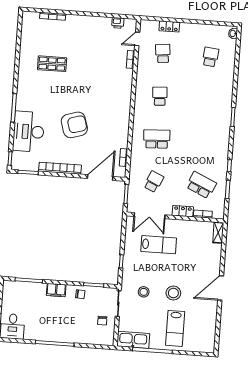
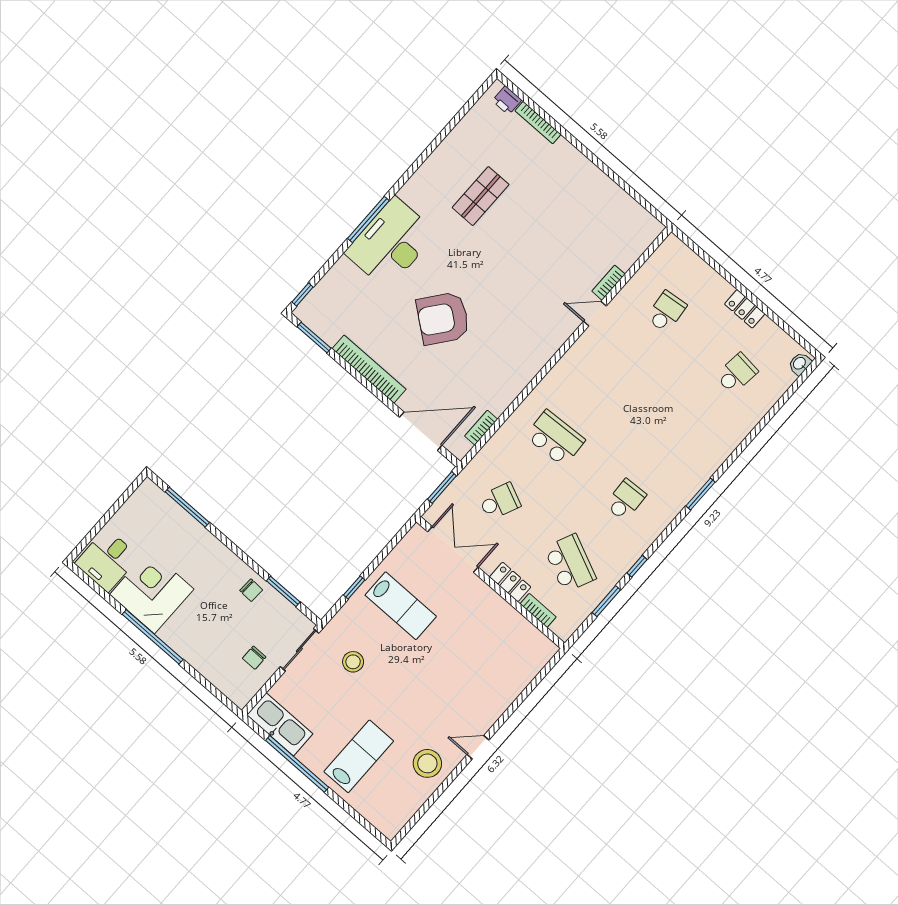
printer: (118, 23) -> (507, 100), moved
locker: (169, 26) -> (745, 309), moved
door: (137, 39) -> (595, 314), moved
shop shelf: (52, 64) -> (481, 196), turned 90
school desk: (160, 96) -> (626, 500), moved
armchair: (74, 125) -> (443, 318), turned 145
desk: (29, 132) -> (391, 243), moved
double door: (150, 216) -> (453, 549), swing flipped
shelving: (218, 233) -> (540, 658), removed
lab bench: (159, 245) -> (401, 606), moved
door: (221, 288) -> (478, 747), width x0.53
filing cabinet: (56, 290) -> (218, 555), removed
stool: (173, 293) -> (427, 763), moved
corner desk: (40, 325) -> (152, 592), added
lab bench: (175, 328) -> (359, 756), turned 180

